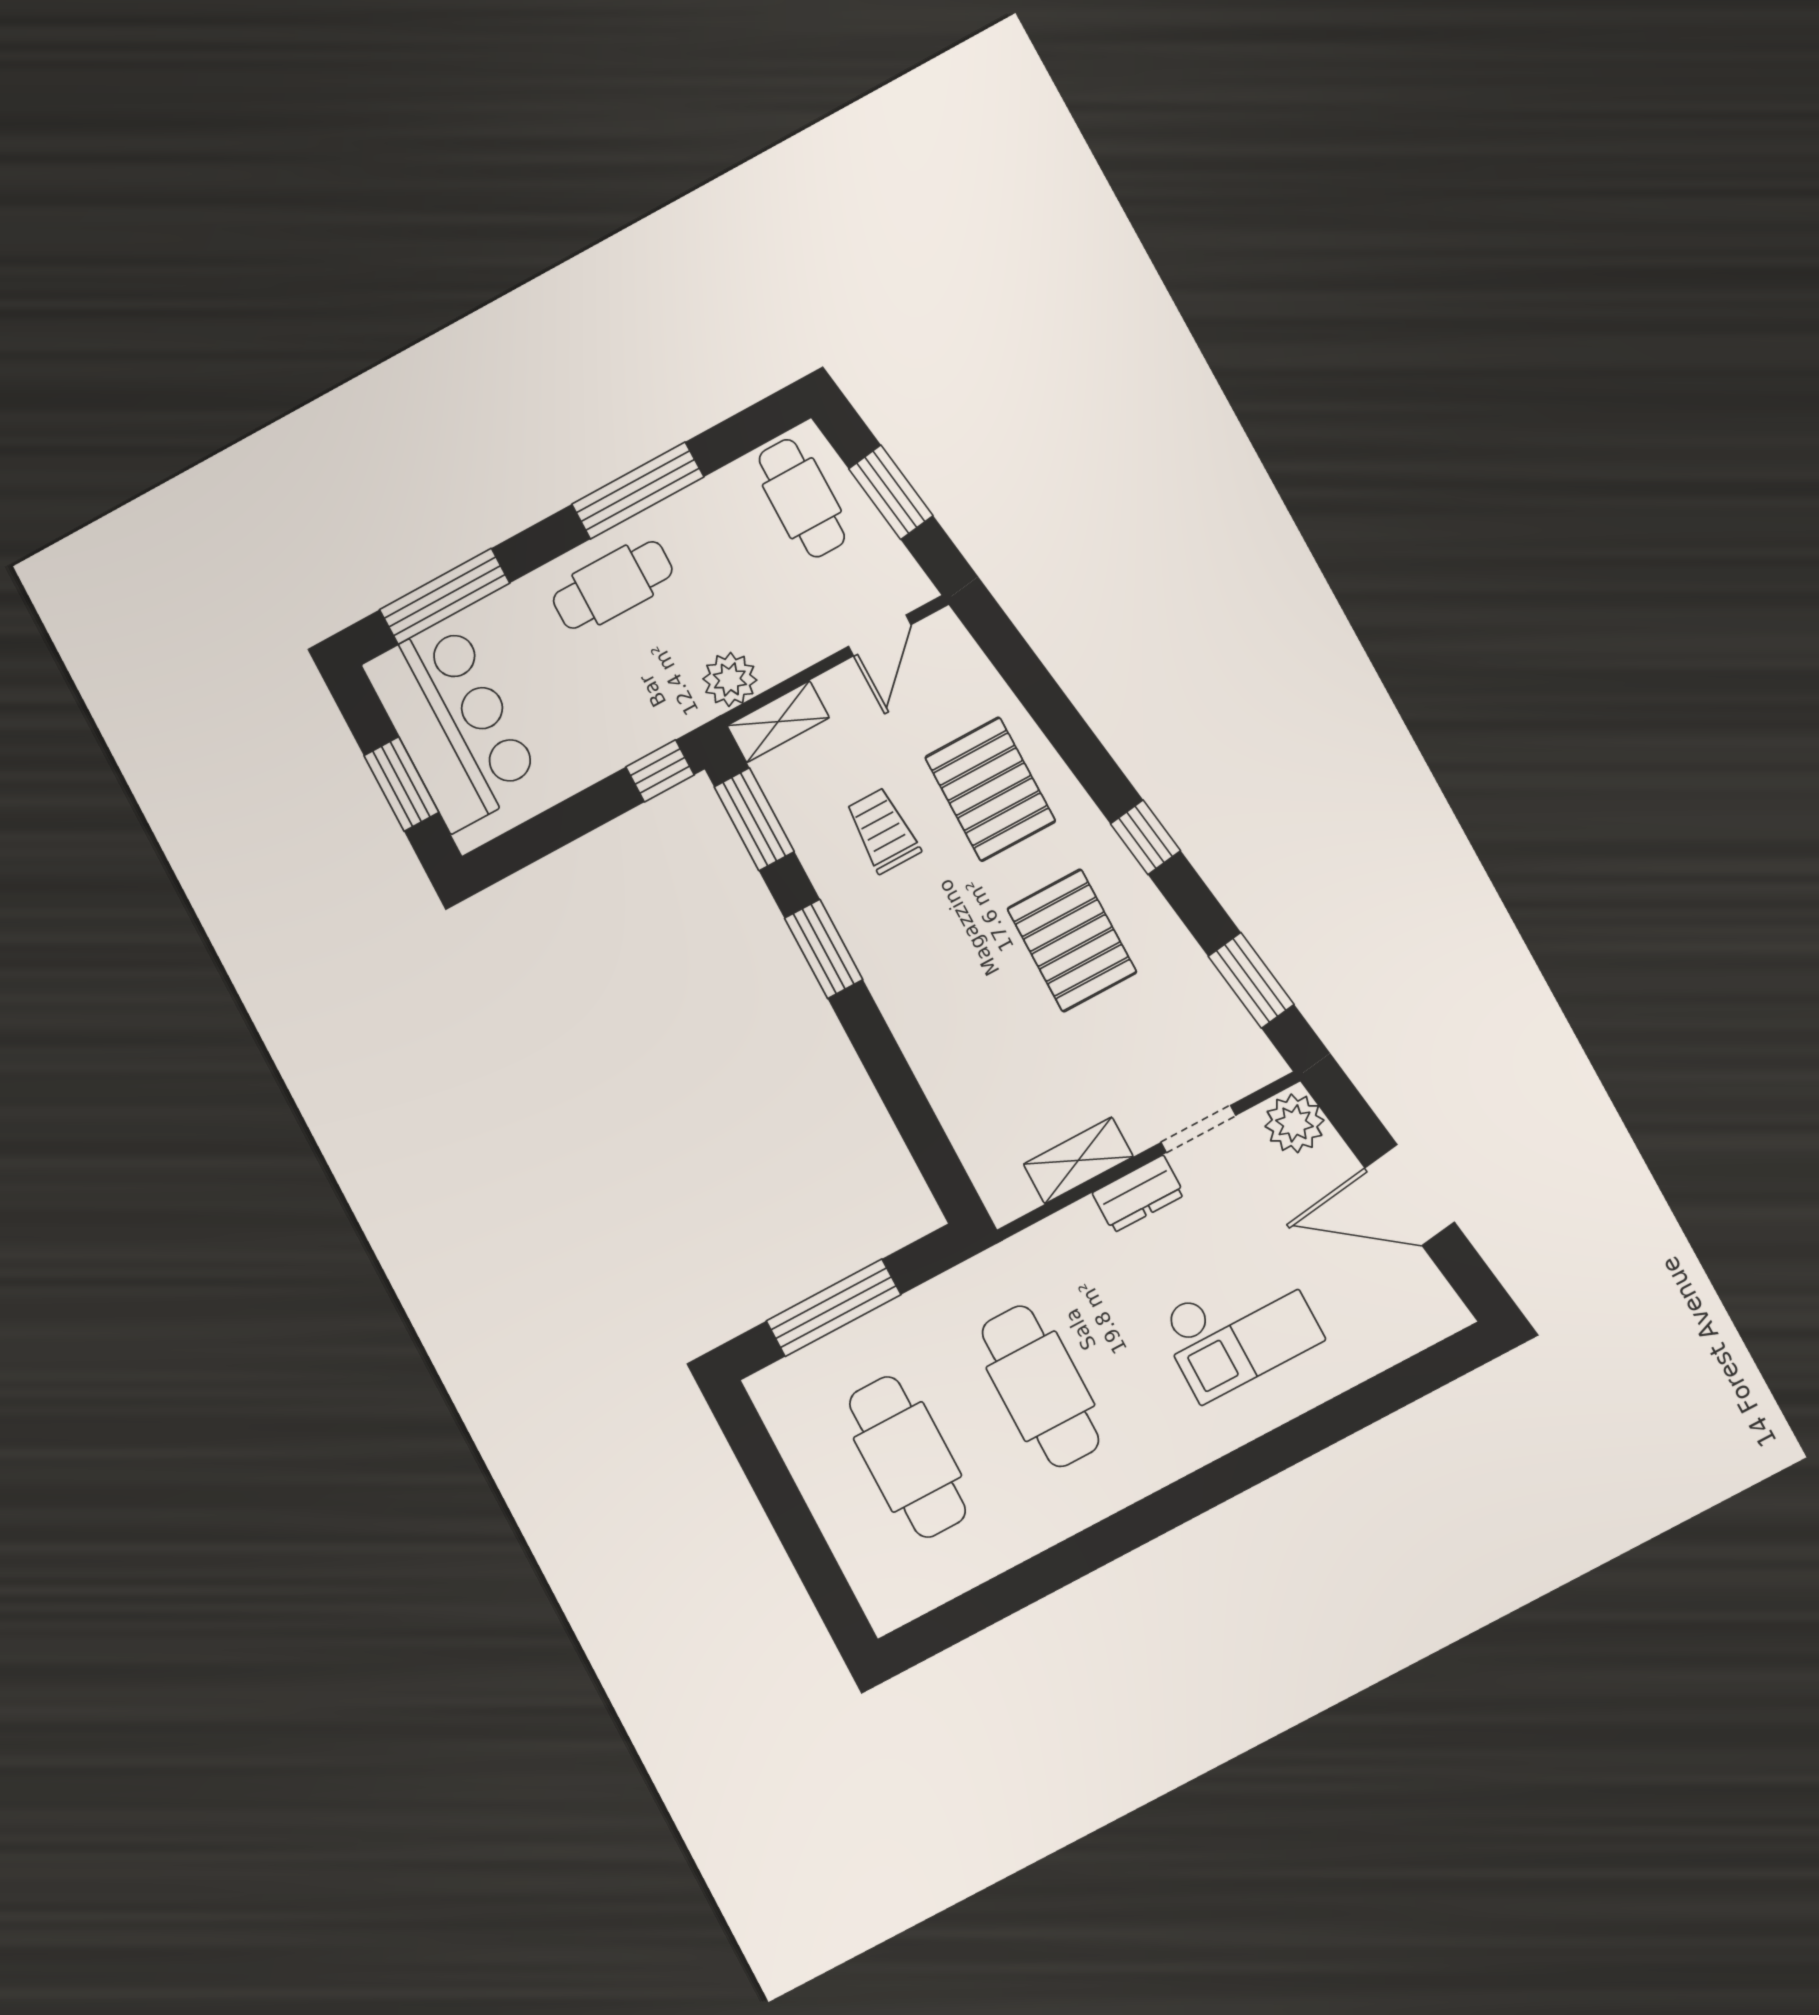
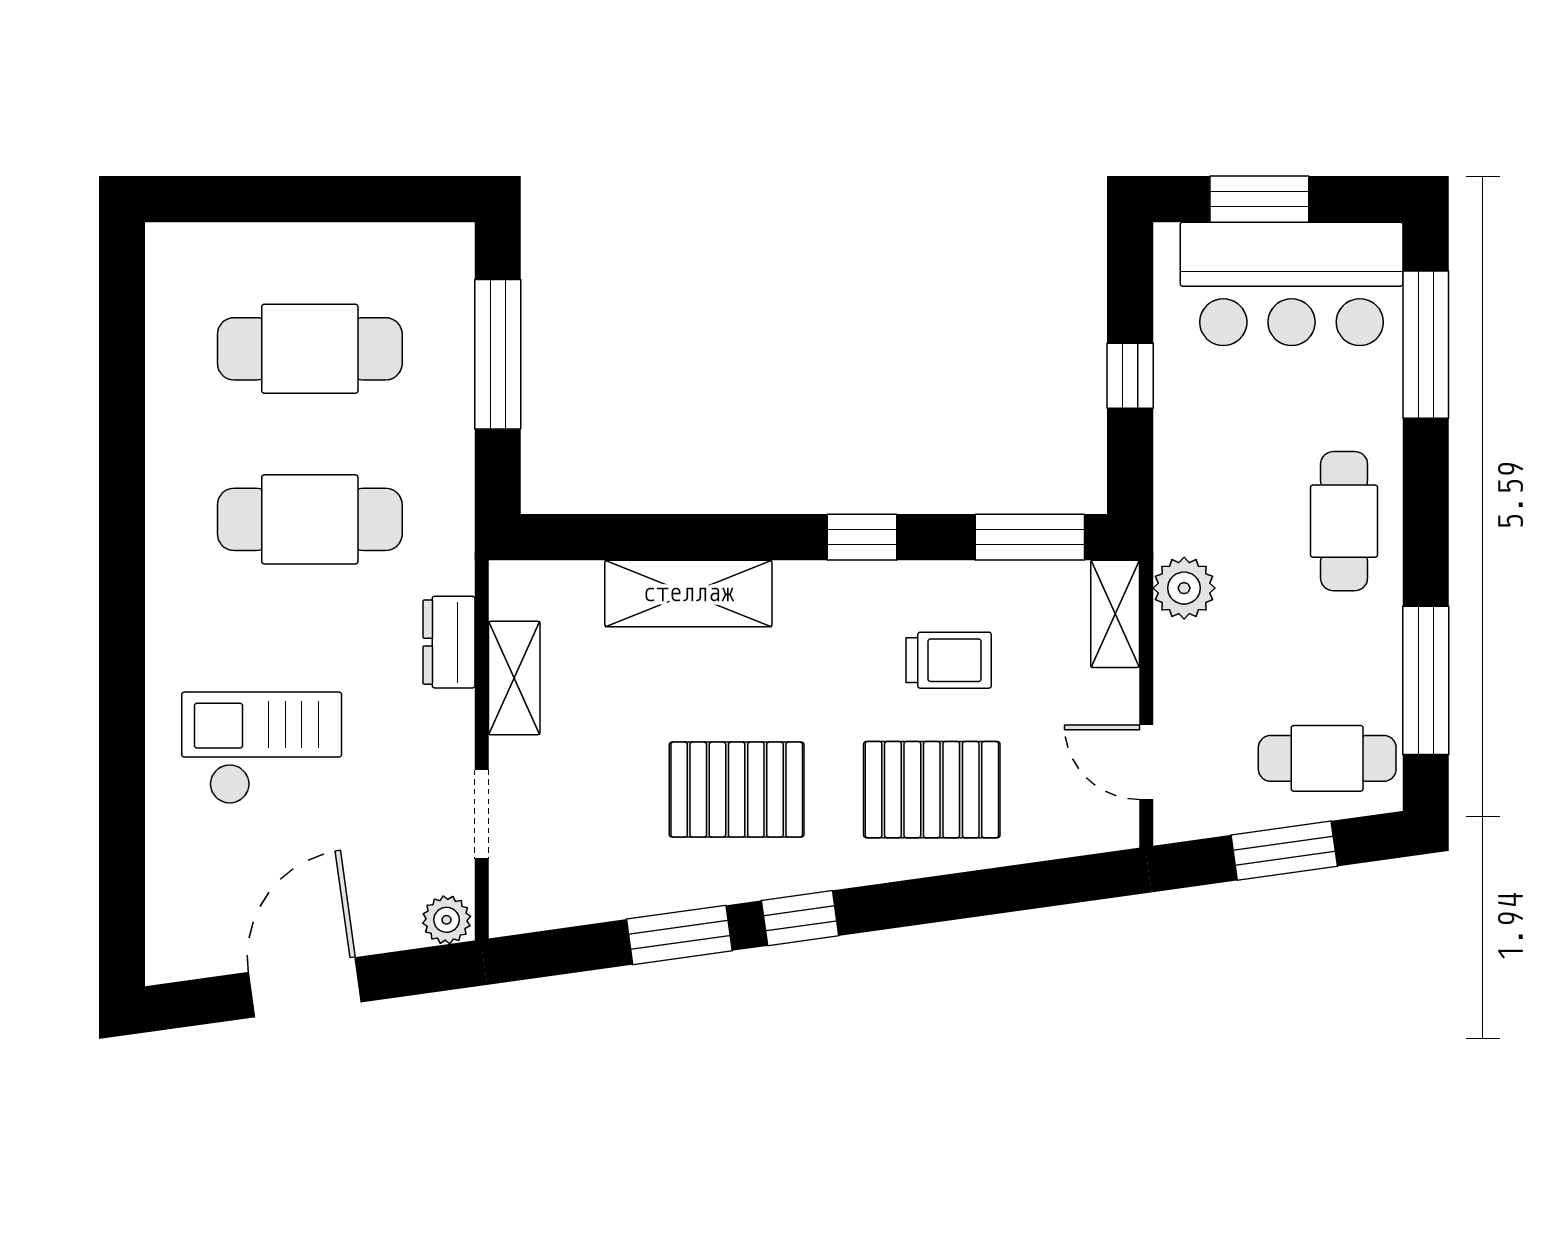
window: (638, 491) -> (1426, 680), moved
window: (660, 771) -> (1130, 376), moved
window: (824, 949) -> (862, 537), width x0.67
window: (1251, 980) -> (679, 935), moved
shelving: (939, 1060) -> (688, 593), added
plant: (1294, 1123) -> (447, 920), width x0.73, depth x0.73
dresser: (1138, 1194) -> (449, 642), moved
checkout: (1240, 1329) -> (262, 748), turned 90

